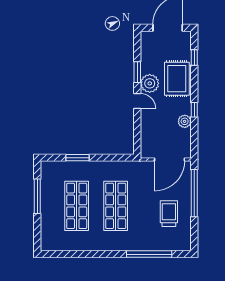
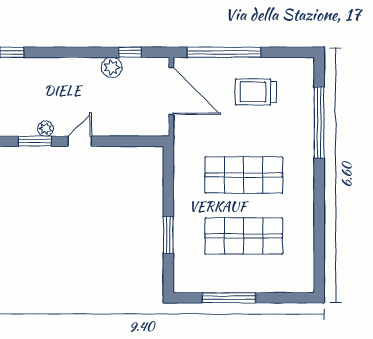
rug: (177, 79) -> (45, 79), removed
plant: (150, 83) -> (46, 129), width x0.53, depth x0.53
window: (194, 110) -> (130, 52), moved

